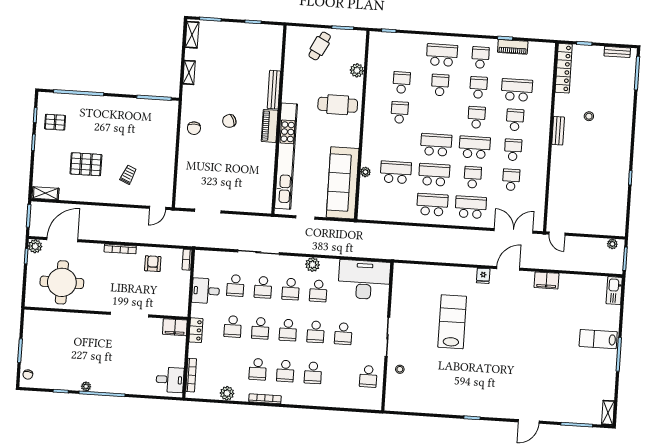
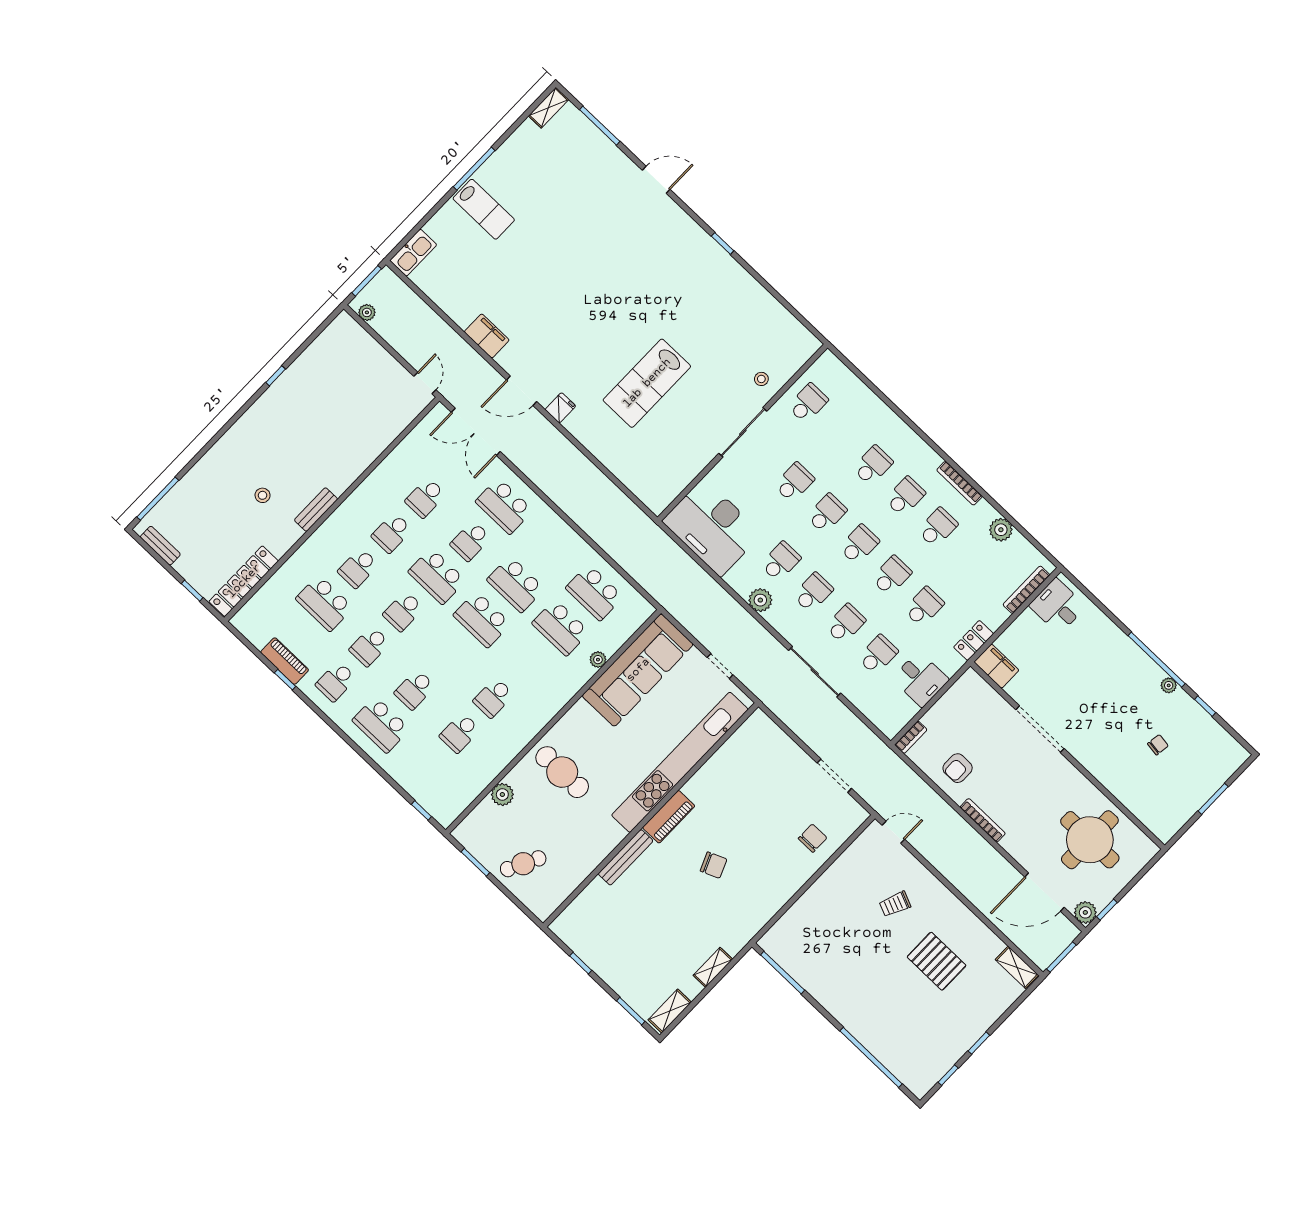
pallet: (55, 122) -> (931, 1046), removed
chair: (194, 128) -> (813, 838), moved
school desk: (432, 205) -> (594, 592), moved
chair: (28, 375) -> (1158, 745), moved

